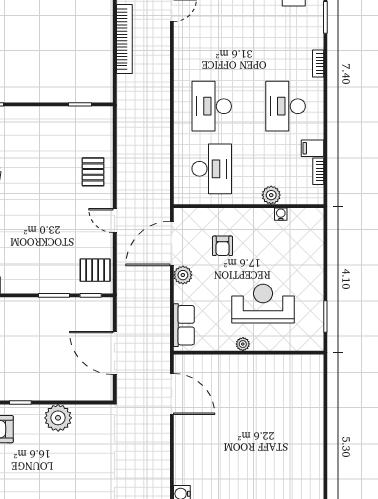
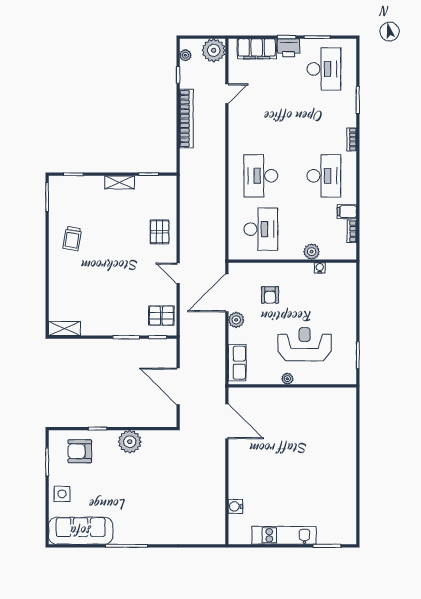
desk: (286, 106) -> (324, 176), turned 180
shelving: (46, 114) -> (119, 182), added

